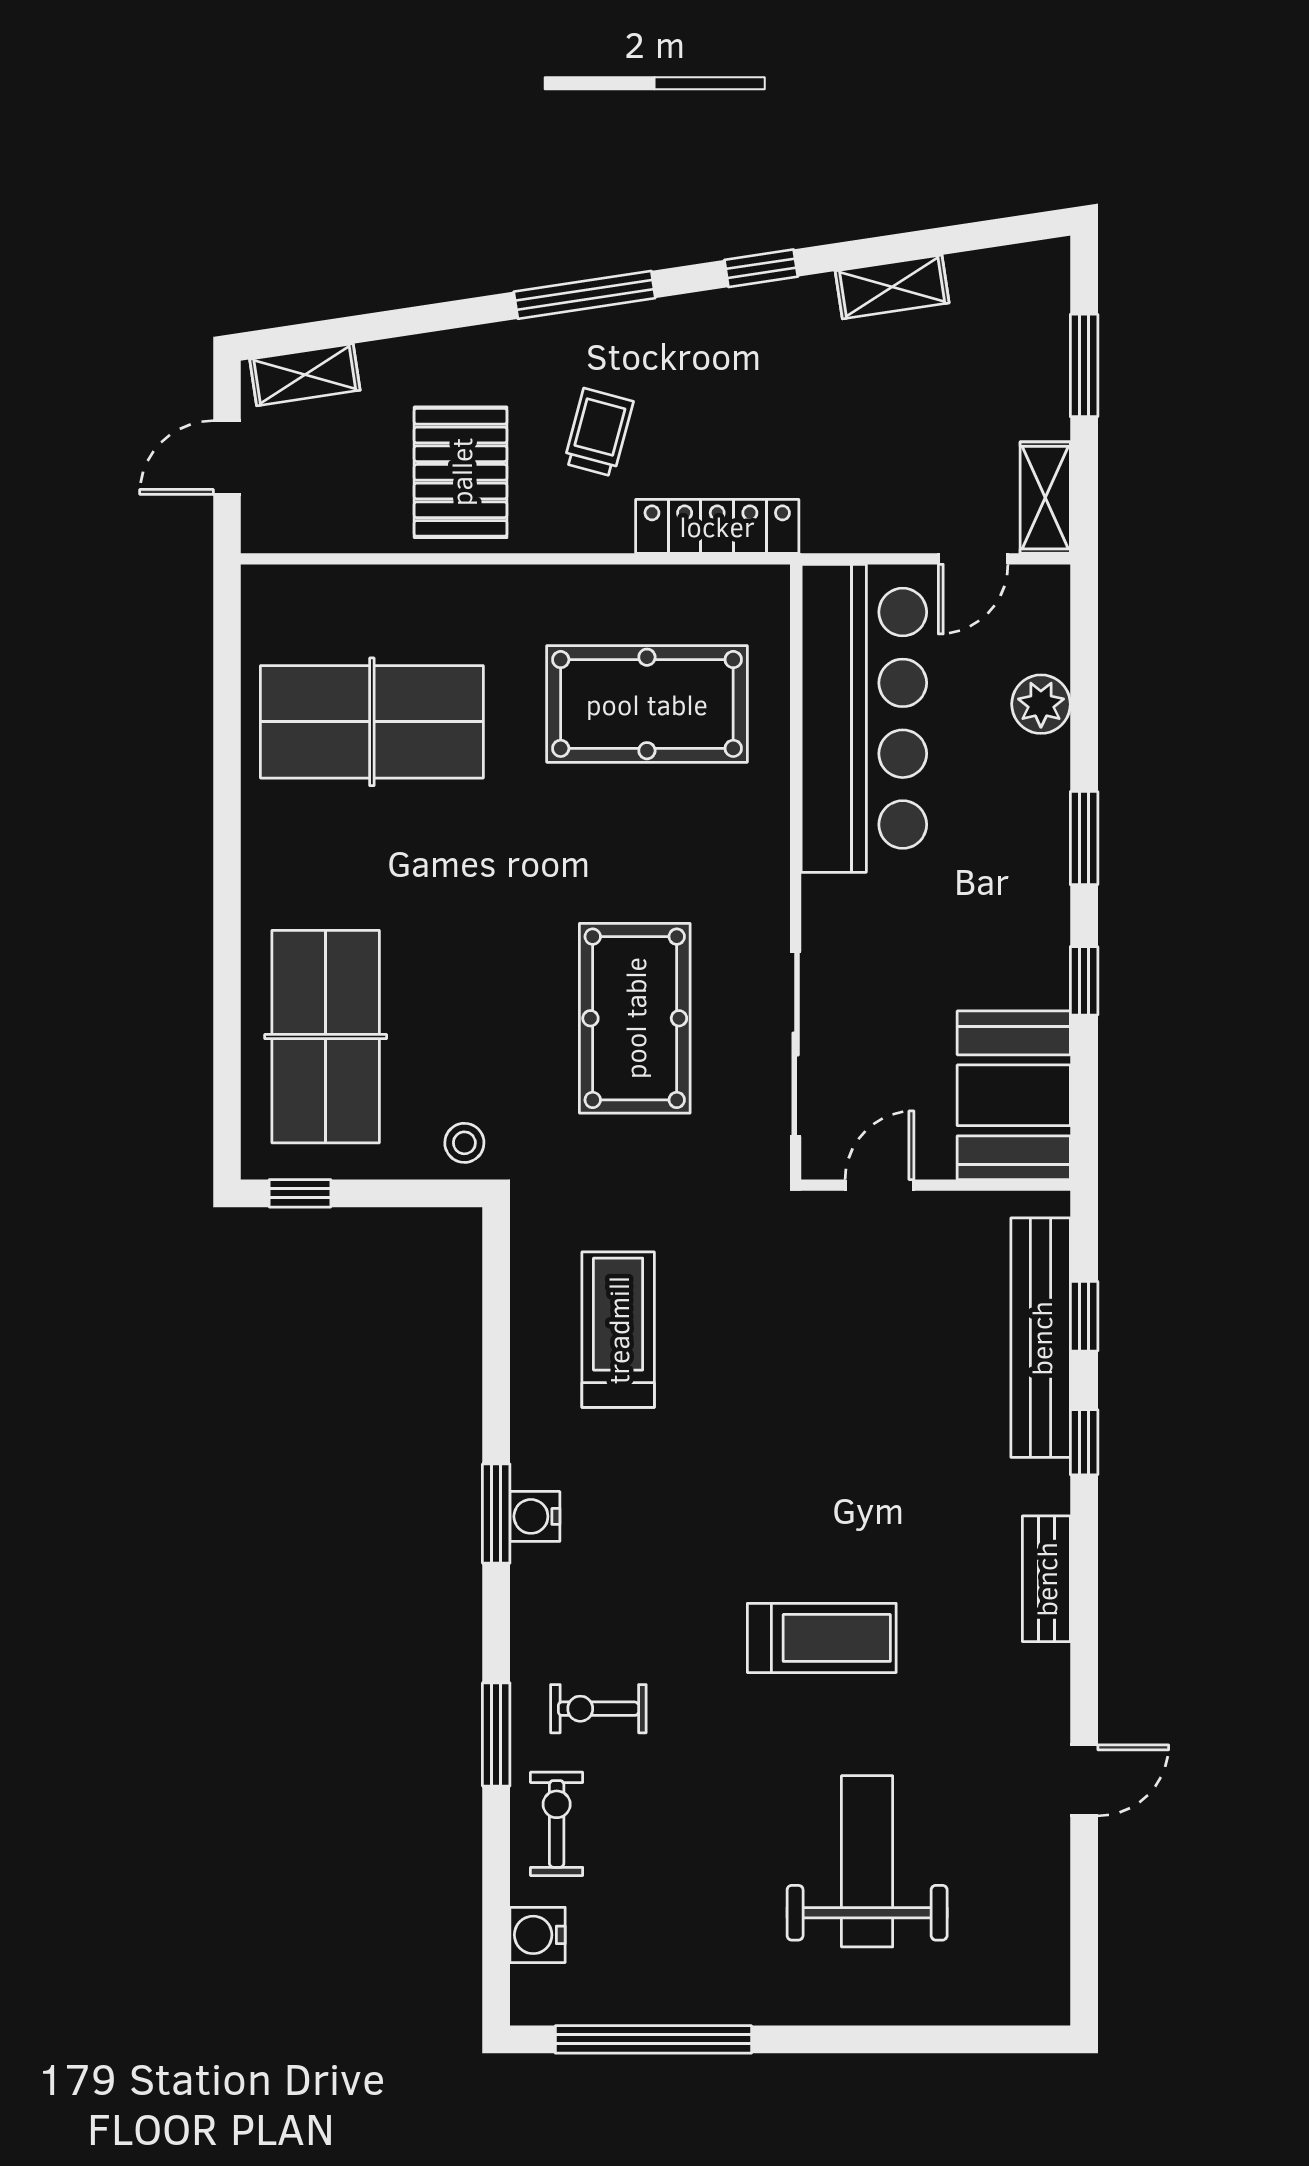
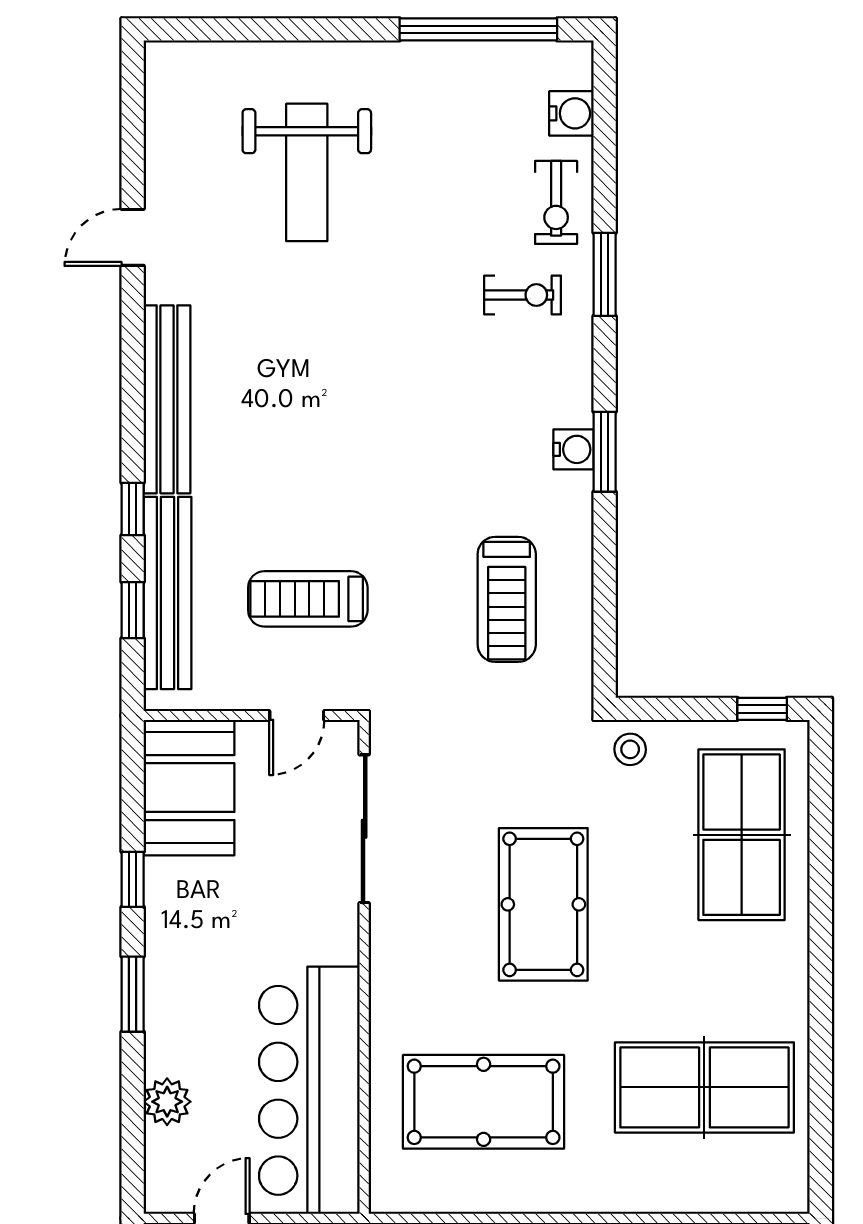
pool table: (635, 1018) -> (543, 904), moved
bench: (1046, 1579) -> (167, 399), width x1.86, depth x1.21
treadmill: (822, 1638) -> (308, 599), moved

